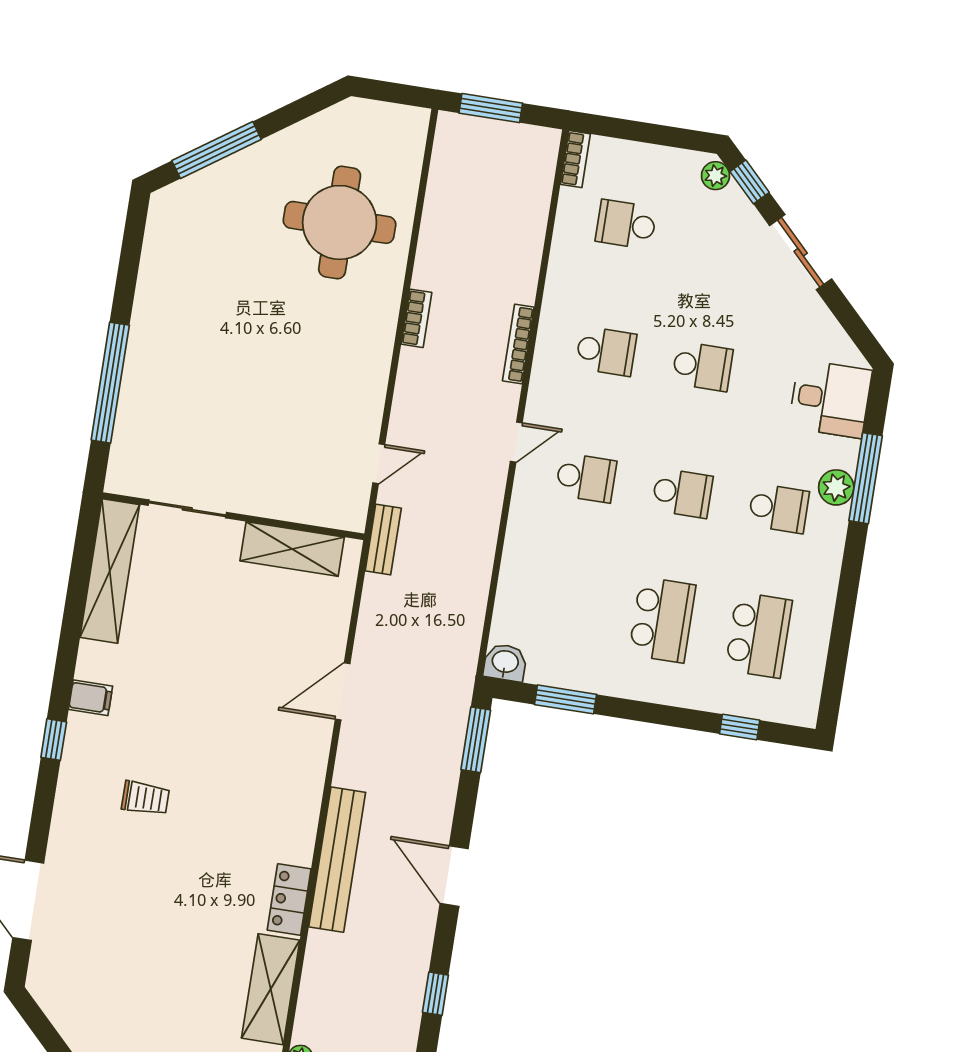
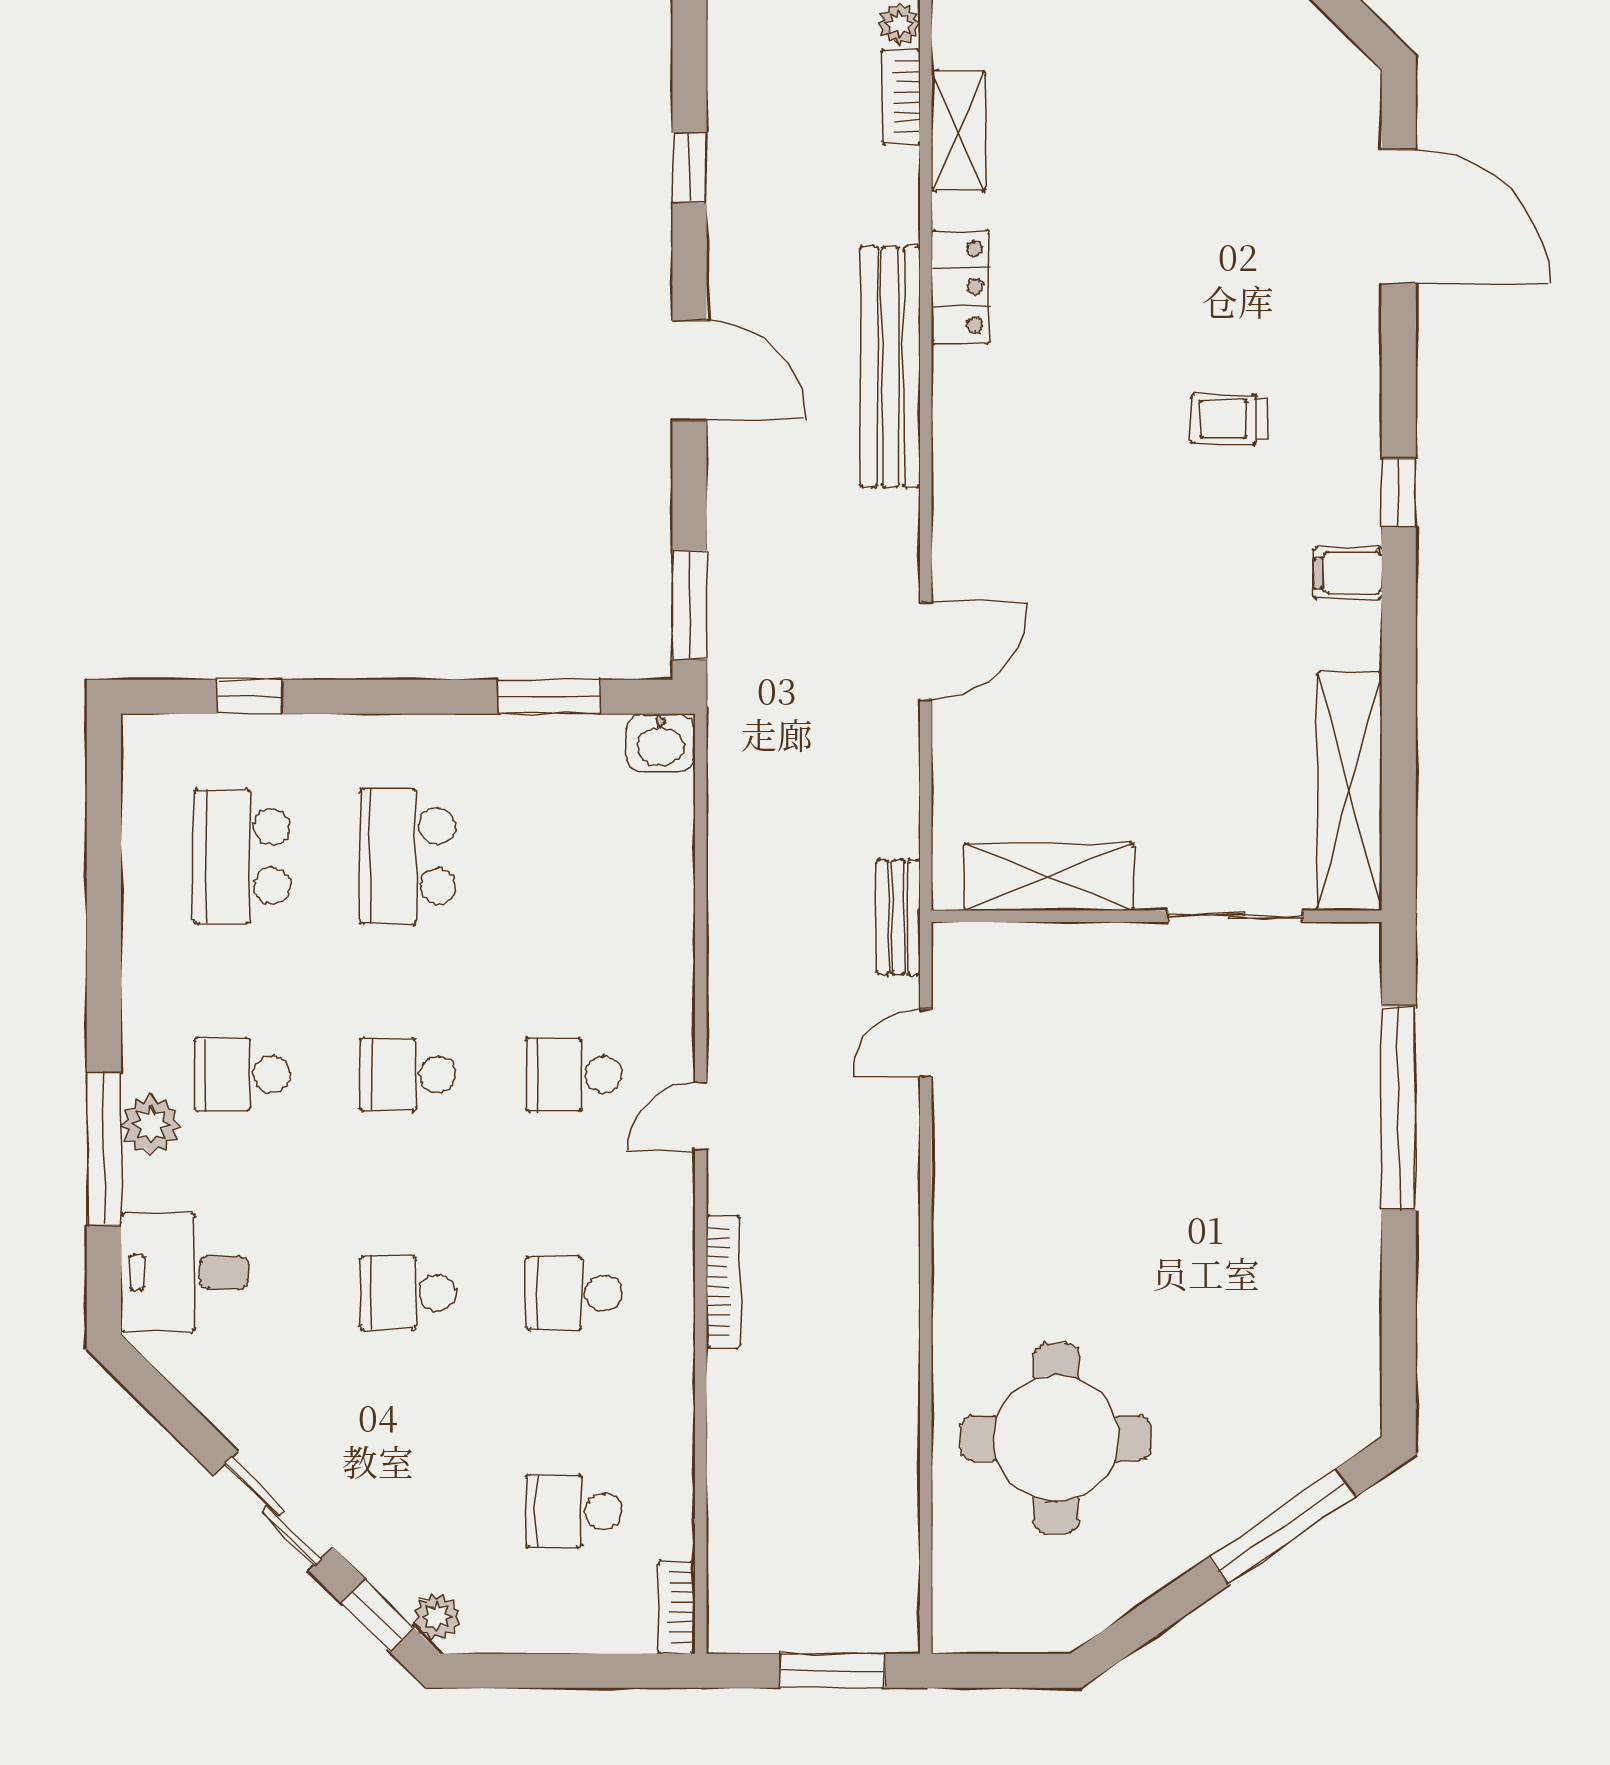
school desk: (626, 224) -> (574, 1511), turned 180
bookcase: (416, 318) -> (901, 97), moved
shelving: (271, 989) -> (959, 131), width x0.67, depth x0.75

